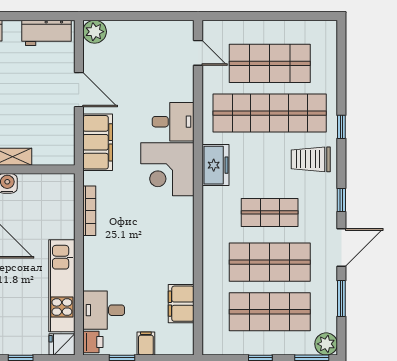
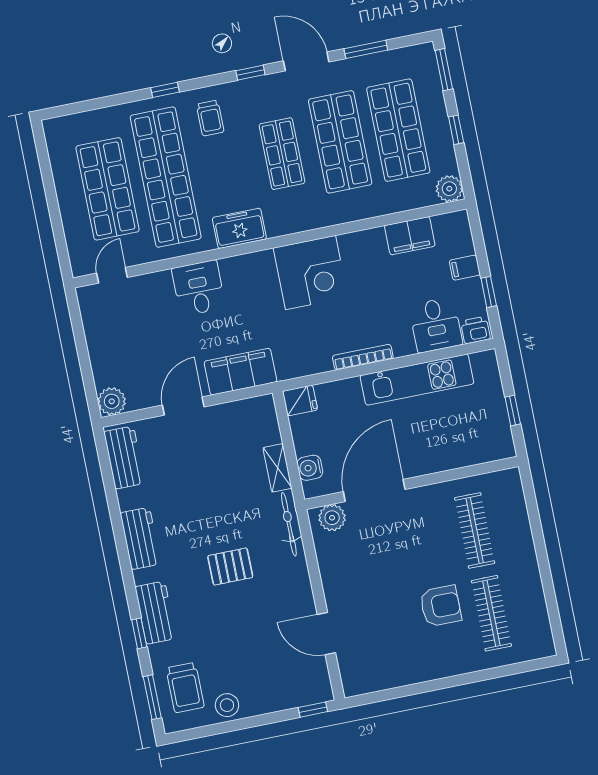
trolley: (311, 159) -> (210, 118), width x0.73, depth x0.72
corner desk: (167, 169) -> (311, 273), moved
bookcase: (89, 211) -> (363, 357), moved
fridge: (62, 344) -> (300, 401), moved, turned -90
plant: (326, 344) -> (449, 189), moved

